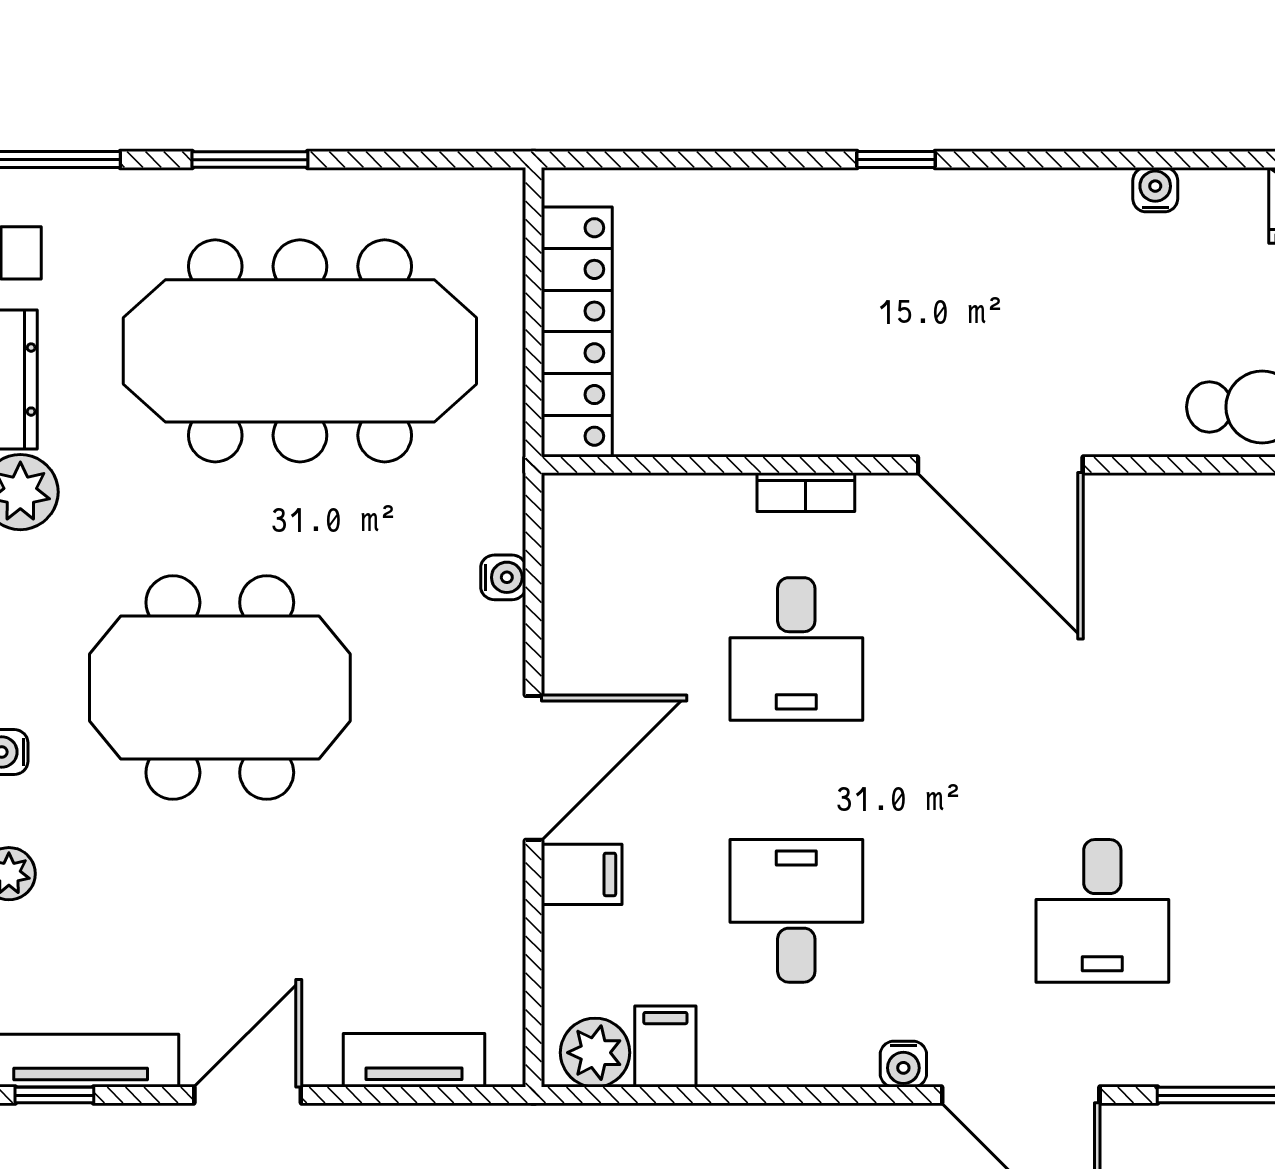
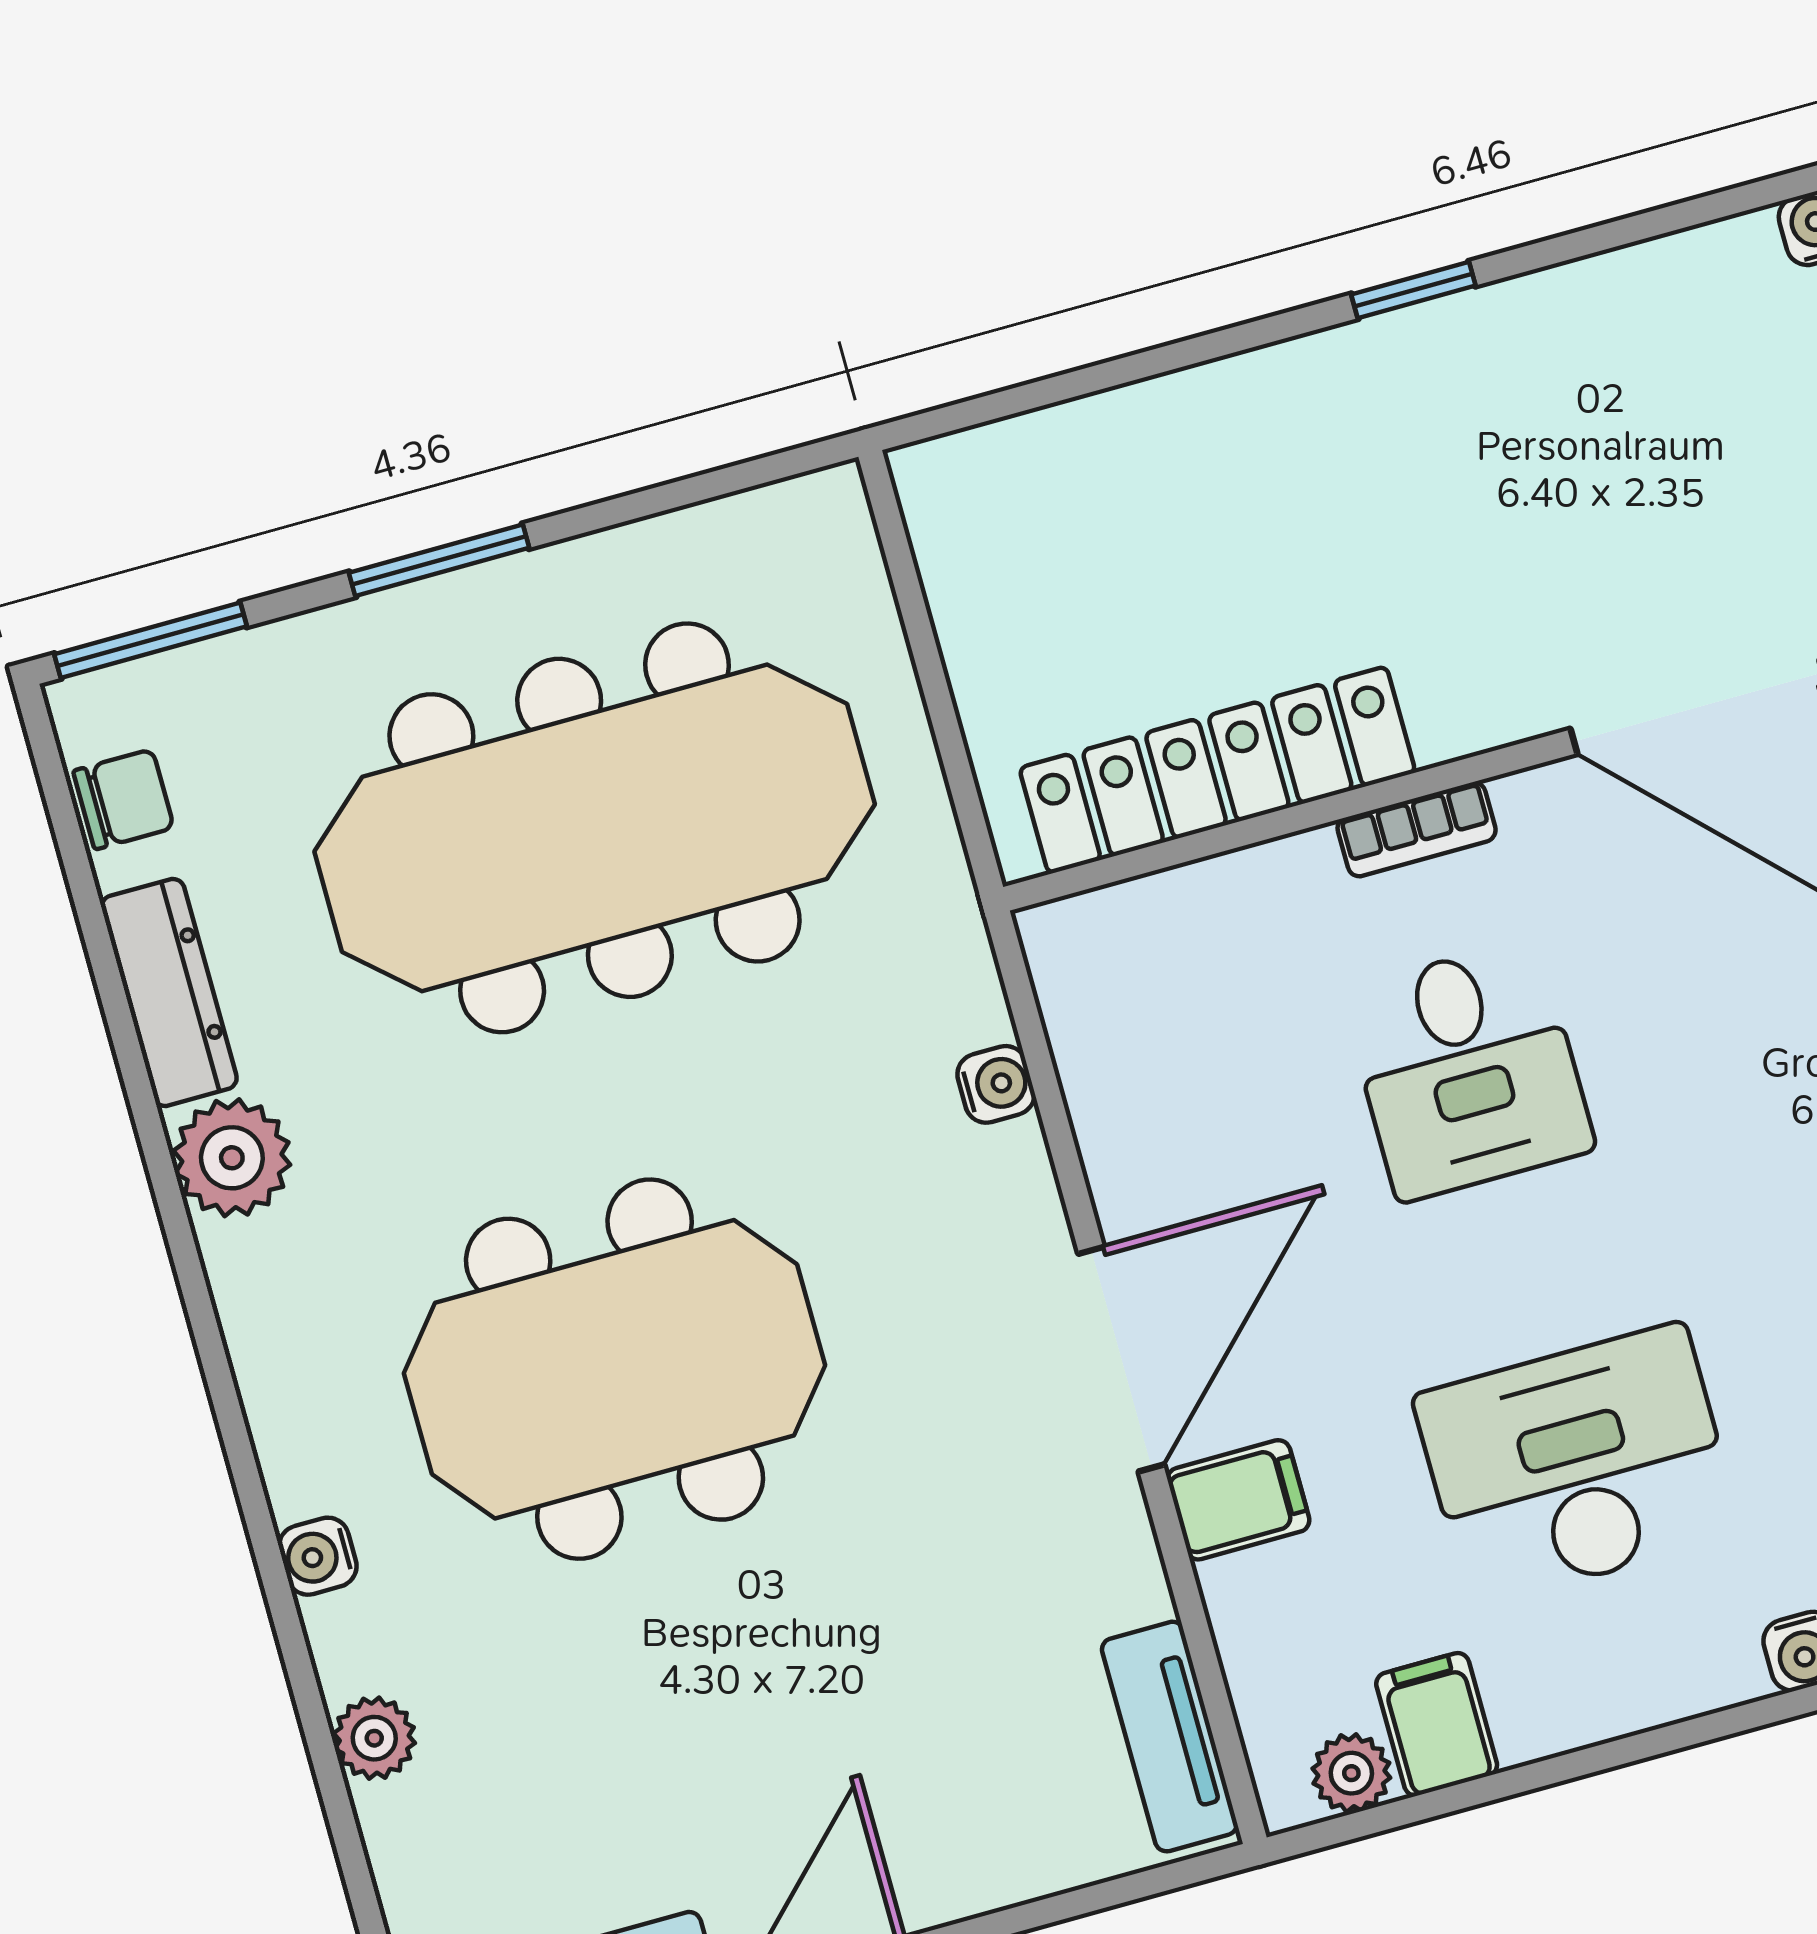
locker: (577, 332) -> (1217, 770), moved, turned -90
desk: (796, 911) -> (1577, 1465), width x1.37
plant: (595, 1053) -> (1351, 1773), width x0.73, depth x0.73
tv unit: (414, 1060) -> (1170, 1737), moved, turned -90

